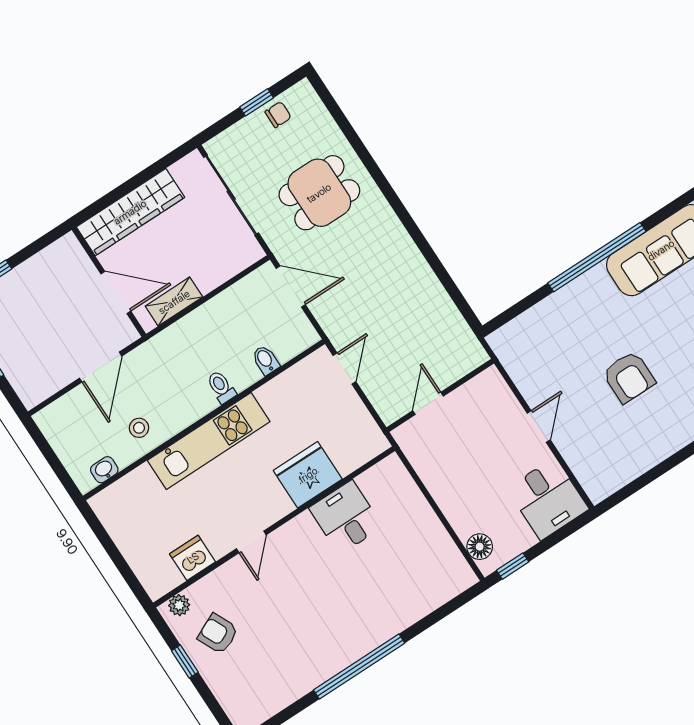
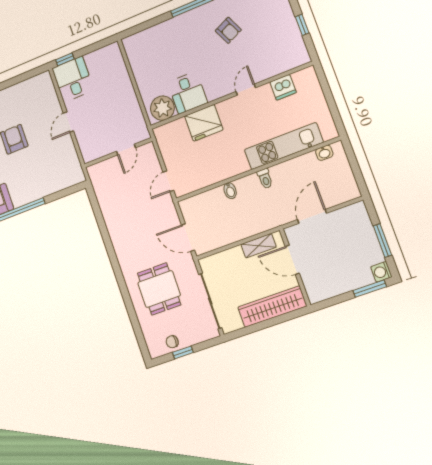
dining table: (319, 193) -> (159, 289), turned 90
bidet: (266, 360) -> (230, 191), moved
toilet: (221, 387) -> (265, 179), moved
stool: (139, 428) -> (297, 174), removed
kitchen unit: (209, 441) -> (284, 146), moved
floor lamp: (480, 547) -> (116, 59), removed
window: (513, 566) -> (65, 59), moved
plant: (179, 605) -> (162, 108), moved, width x1.87, depth x1.87
armchair: (218, 634) -> (228, 30), moved

